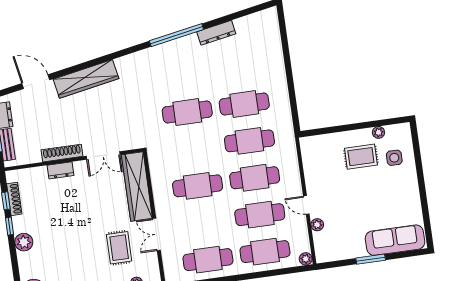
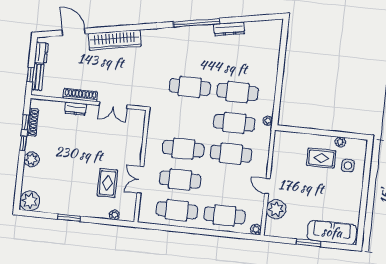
plant: (288, 129) -> (268, 121), added
wardrobe: (137, 187) -> (134, 137), removed
cafe table: (260, 215) -> (180, 180), moved
plant: (317, 225) -> (276, 209), width x1.88, depth x1.88

